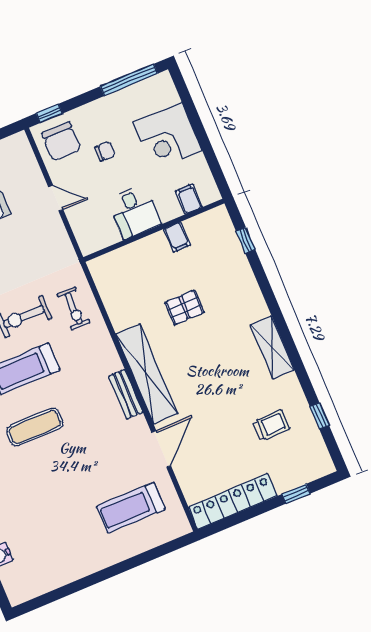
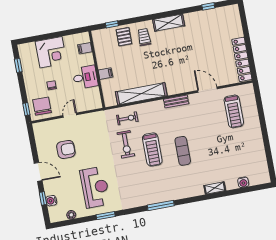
window: (129, 80) -> (18, 65), width x0.46
chair: (61, 142) -> (42, 106), turned -90
filing cabinet: (177, 237) -> (105, 74), moved
pallet: (184, 307) -> (124, 37), moved
shelving: (147, 374) -> (141, 94), moved
trolley: (271, 425) -> (144, 37), moved
window: (296, 494) -> (245, 27), removed

